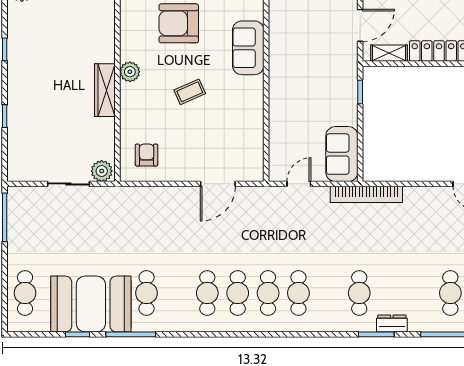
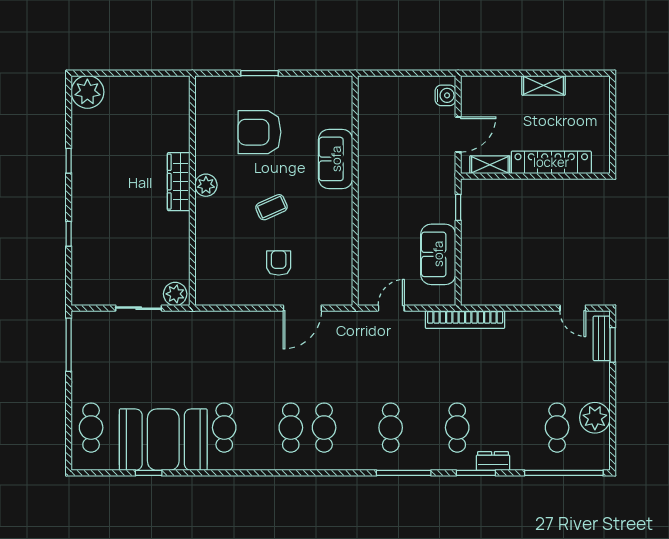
wardrobe: (105, 90) -> (179, 182), moved
sofa: (342, 154) -> (438, 254), moved
armchair: (147, 155) -> (279, 263), moved
cafe table: (268, 293) -> (357, 428), removed
window: (131, 334) -> (404, 473), moved

